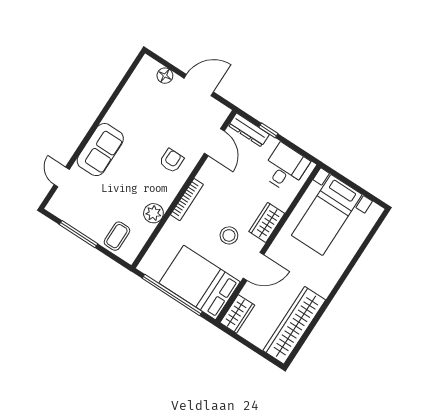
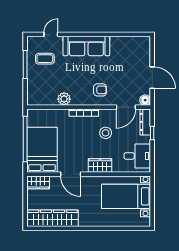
floor lamp: (165, 76) -> (145, 100), moved
sofa: (100, 150) -> (86, 46), width x1.36
stool: (229, 235) -> (106, 133), moved
coffee table: (117, 236) -> (45, 59), moved

